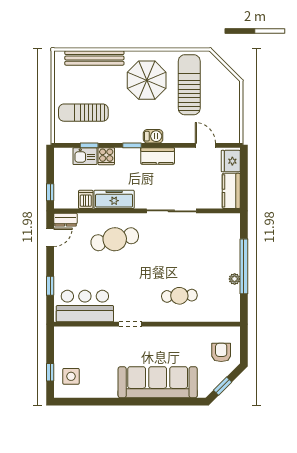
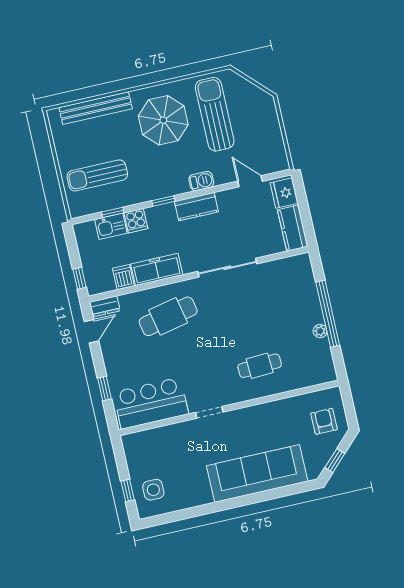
barbecue: (153, 136) -> (201, 181), moved

